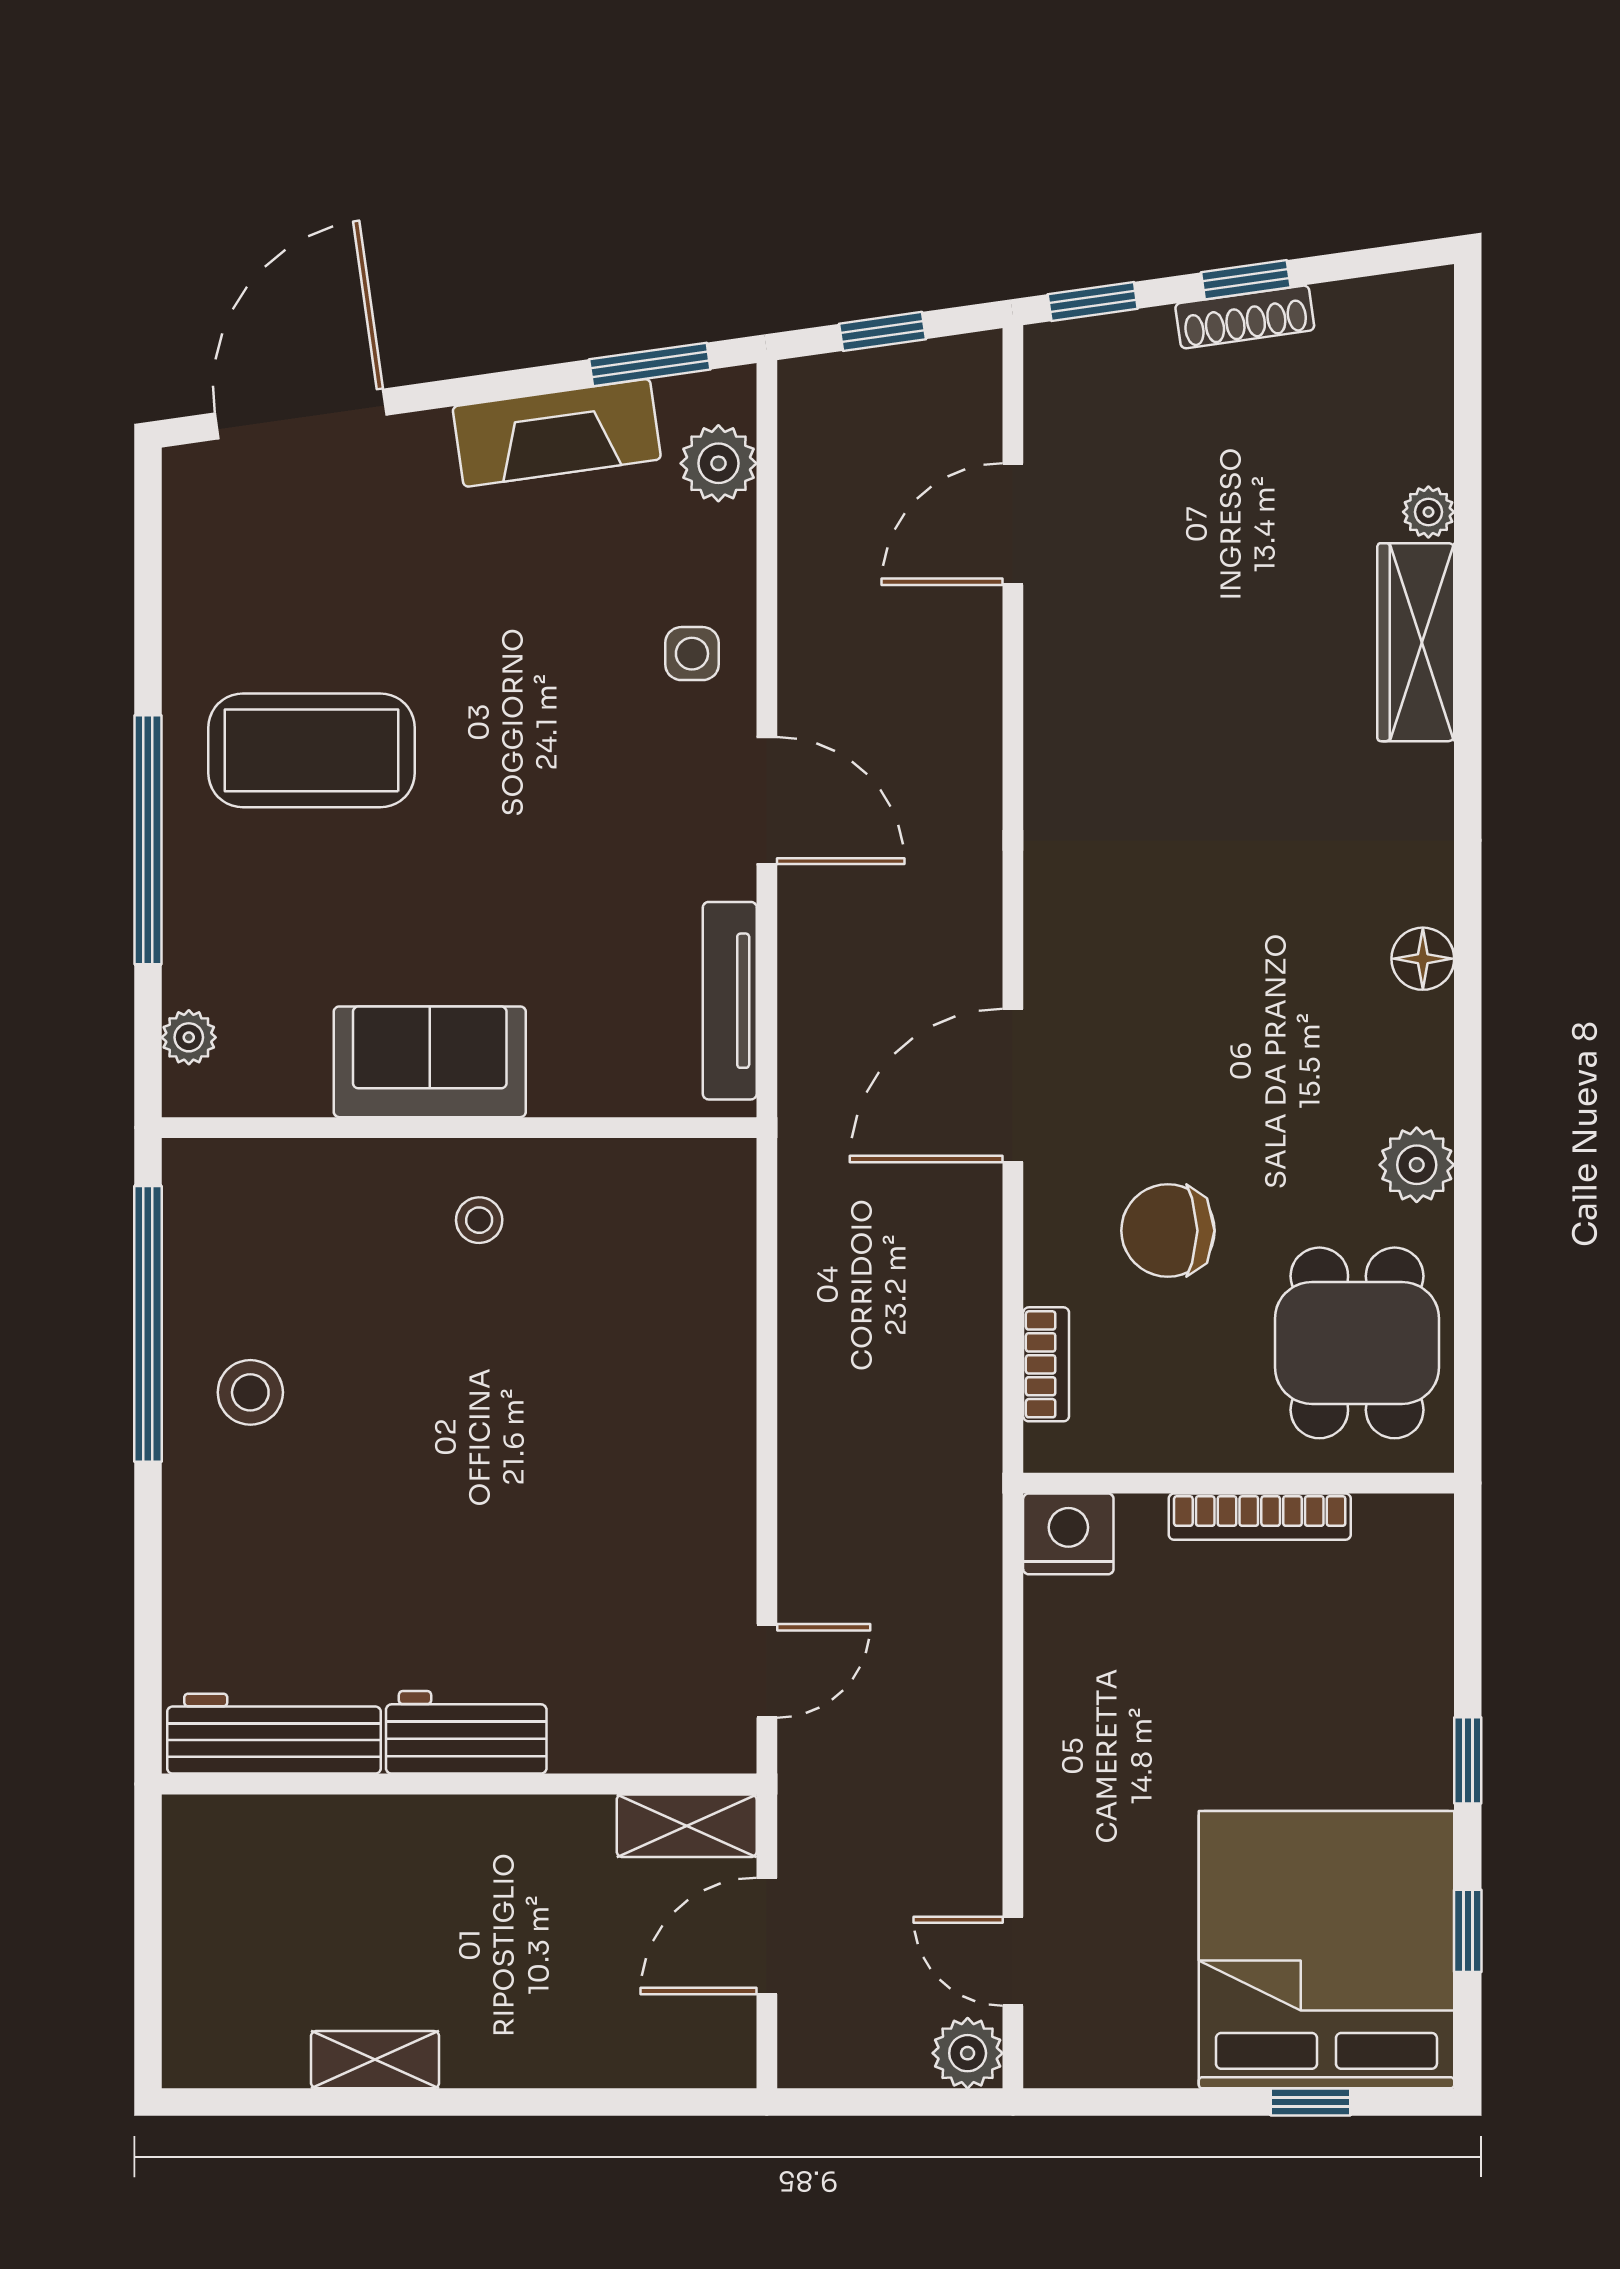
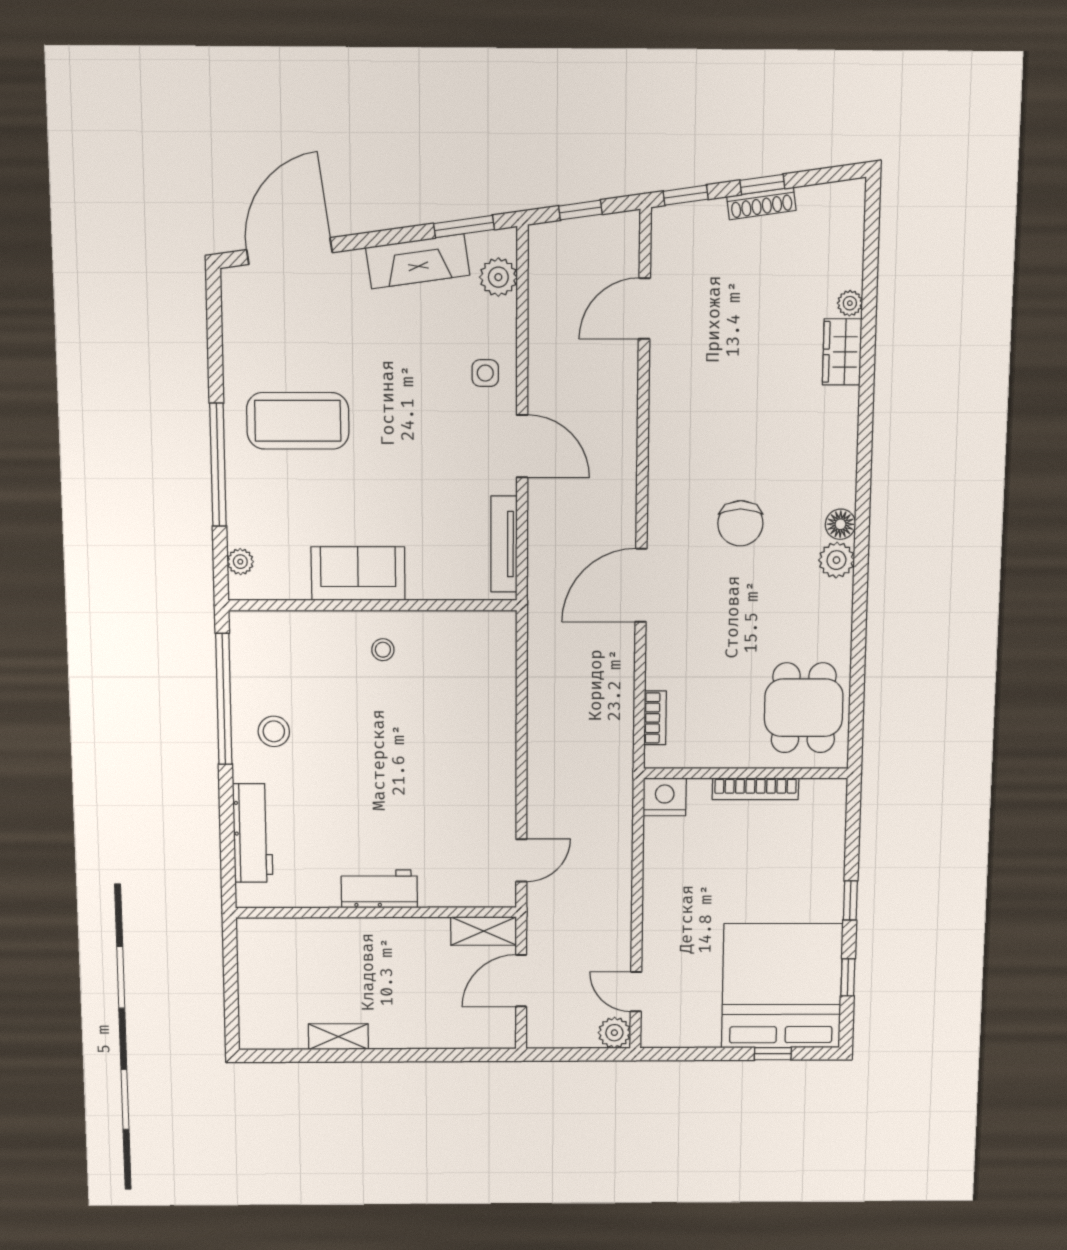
wardrobe: (1416, 642) -> (842, 352), width x0.67
plant: (1417, 1165) -> (836, 560), moved
chair: (1168, 1231) -> (740, 523), moved, turned -90
workbench: (274, 1734) -> (253, 833), moved, turned 90

